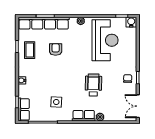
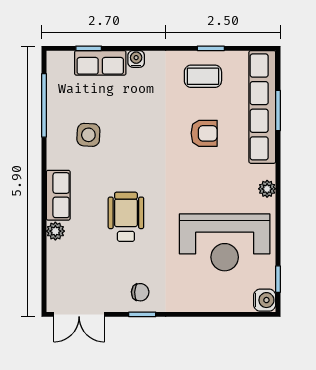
wheelchair: (93, 85) -> (126, 217), turned -91
double door: (138, 106) -> (79, 314), swing flipped
row of seats: (24, 109) -> (100, 63), moved

